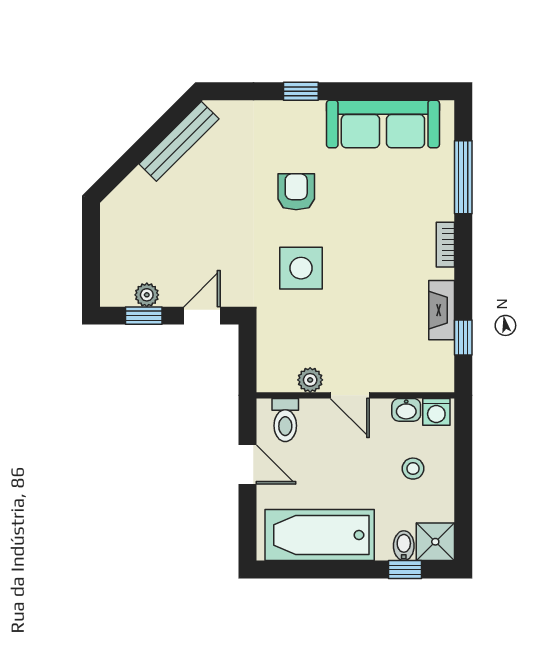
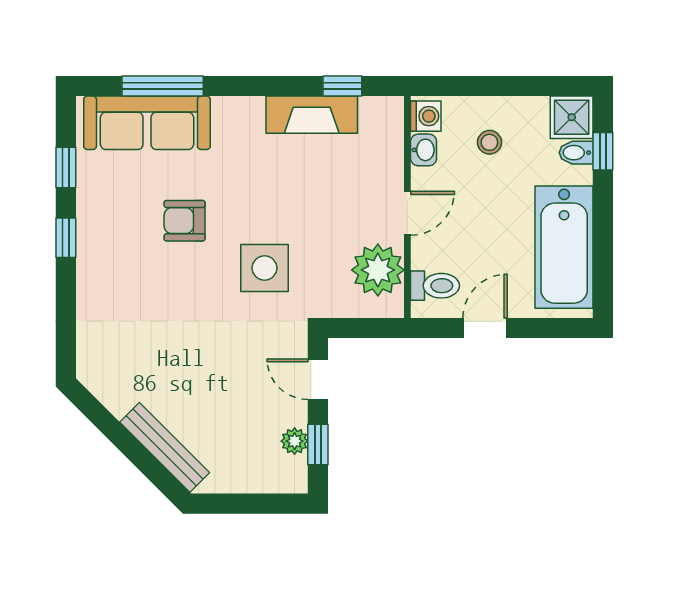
window: (301, 91) -> (66, 238), moved
window: (390, 91) -> (66, 168), added
sofa: (383, 124) -> (147, 123), moved, turned 90
bench: (179, 141) -> (165, 447), moved
armchair: (296, 192) -> (185, 221), moved
bookcase: (445, 245) -> (238, 106), removed
fireplace: (442, 310) -> (312, 115), width x1.37, depth x1.32
plant: (310, 380) -> (378, 270), width x1.88, depth x1.88

